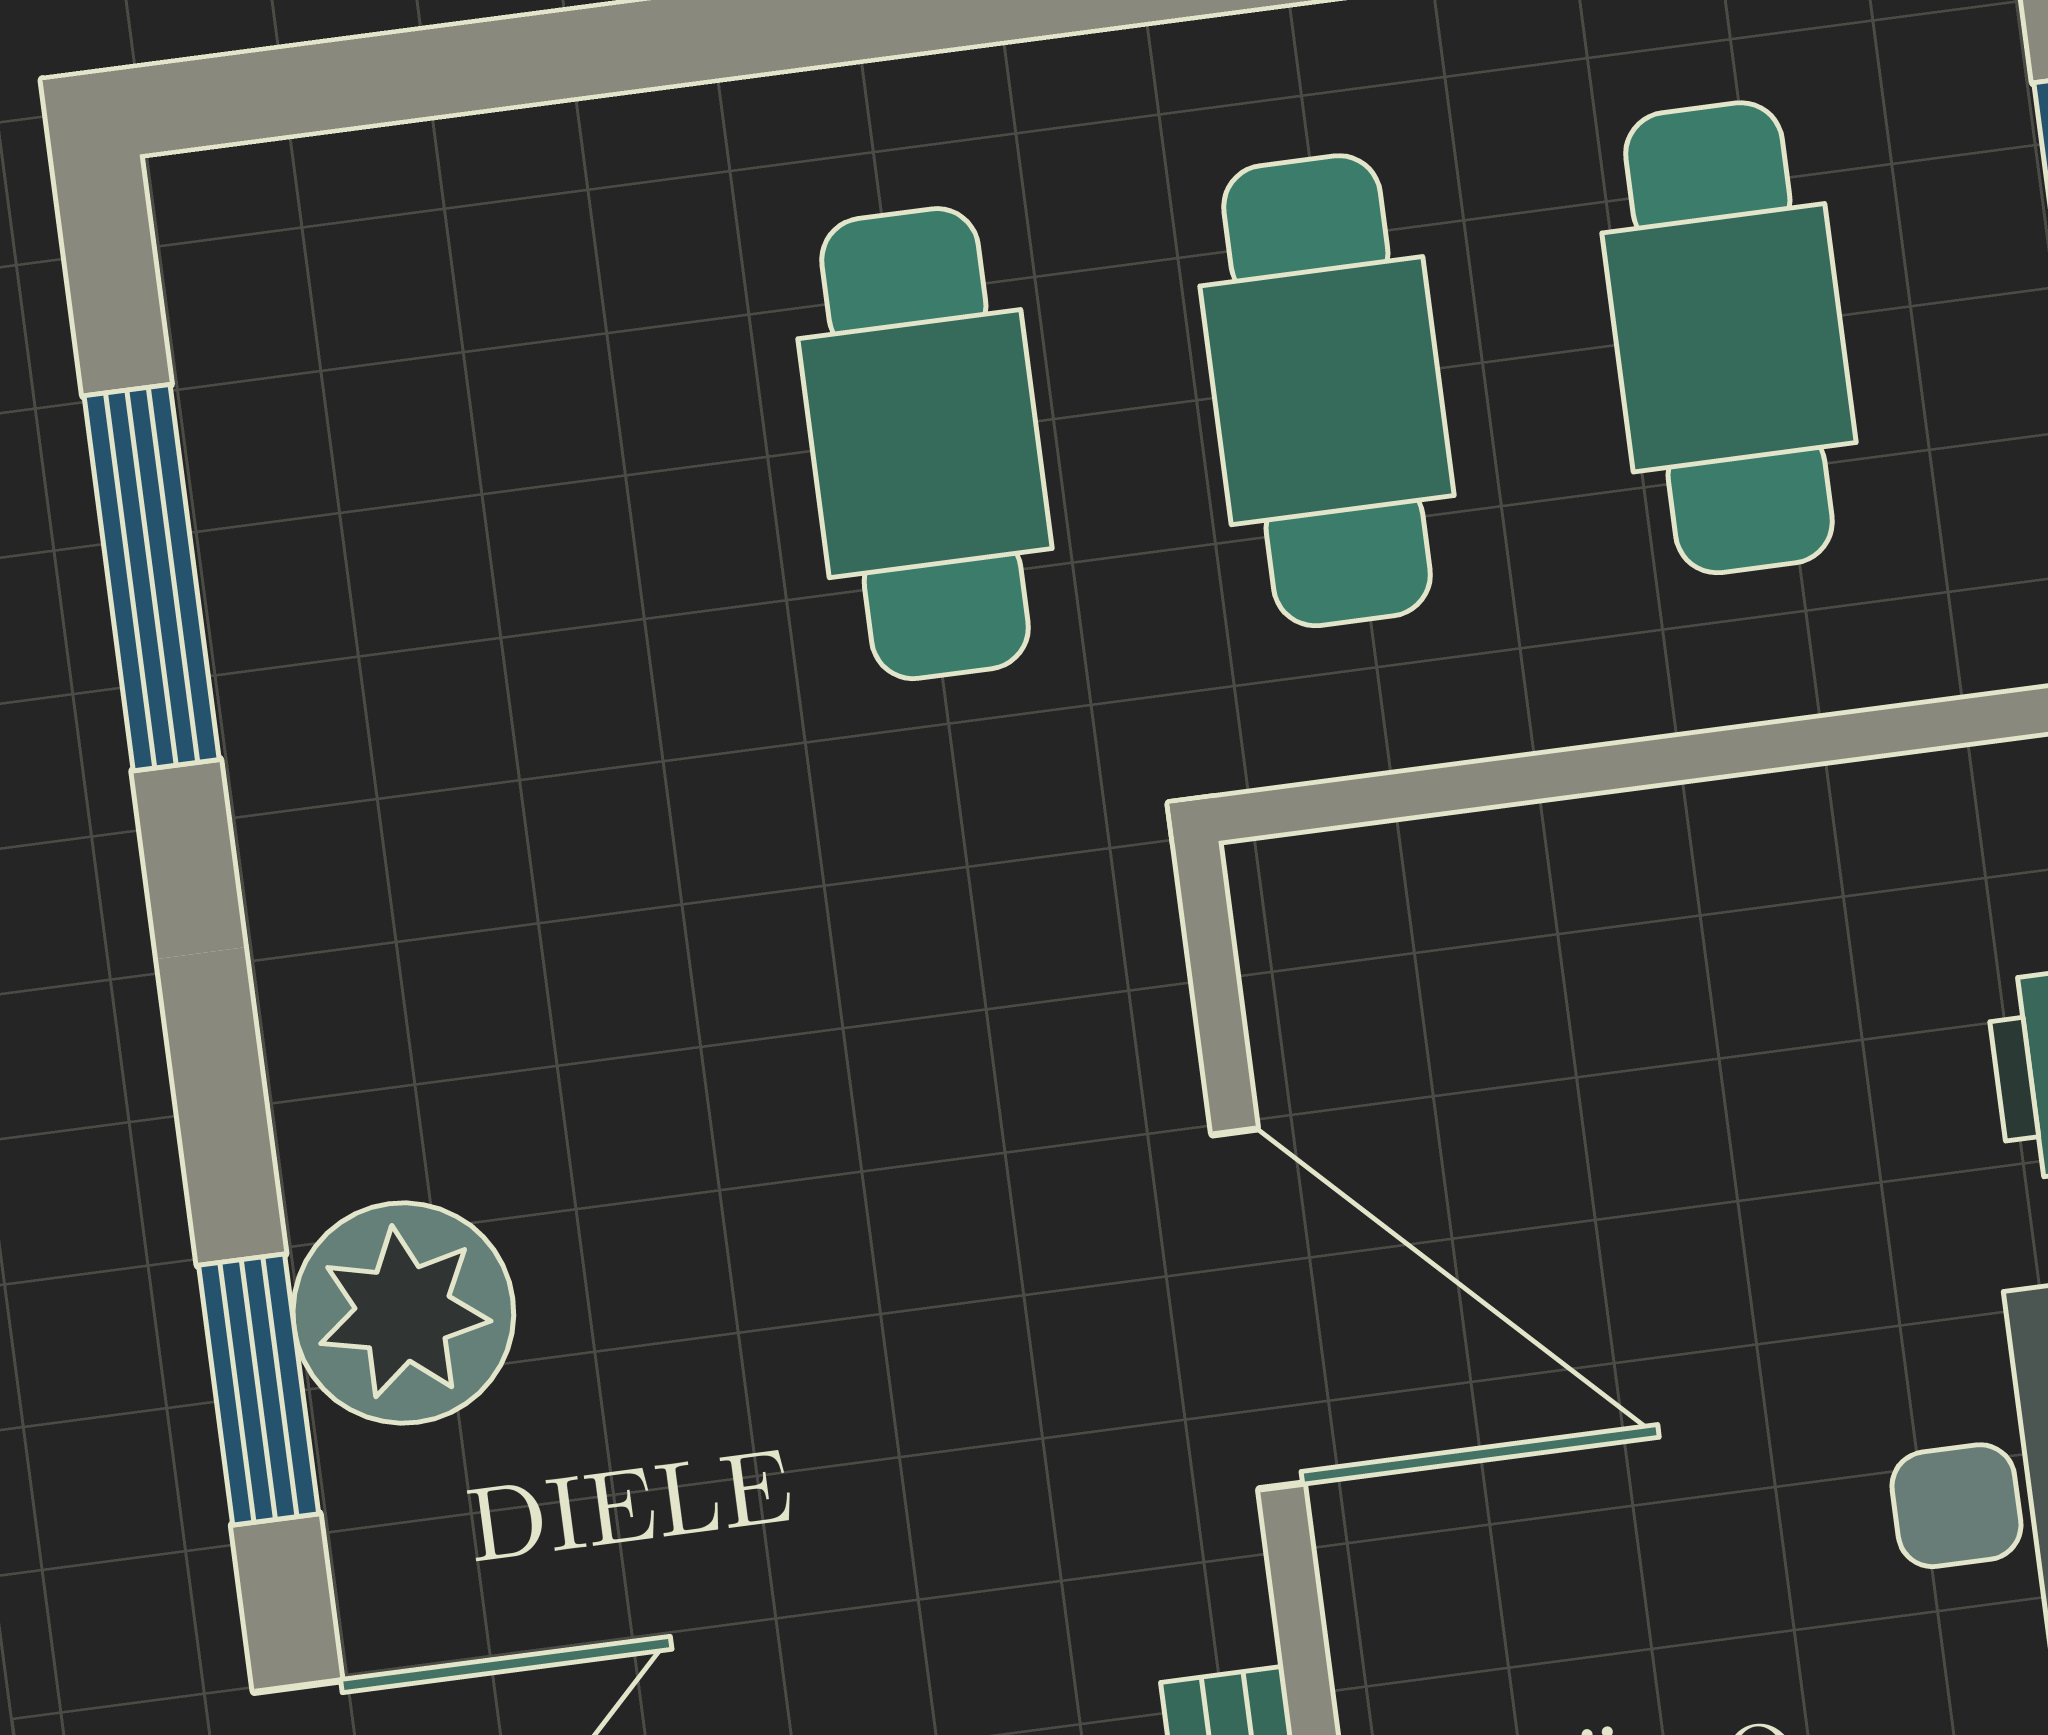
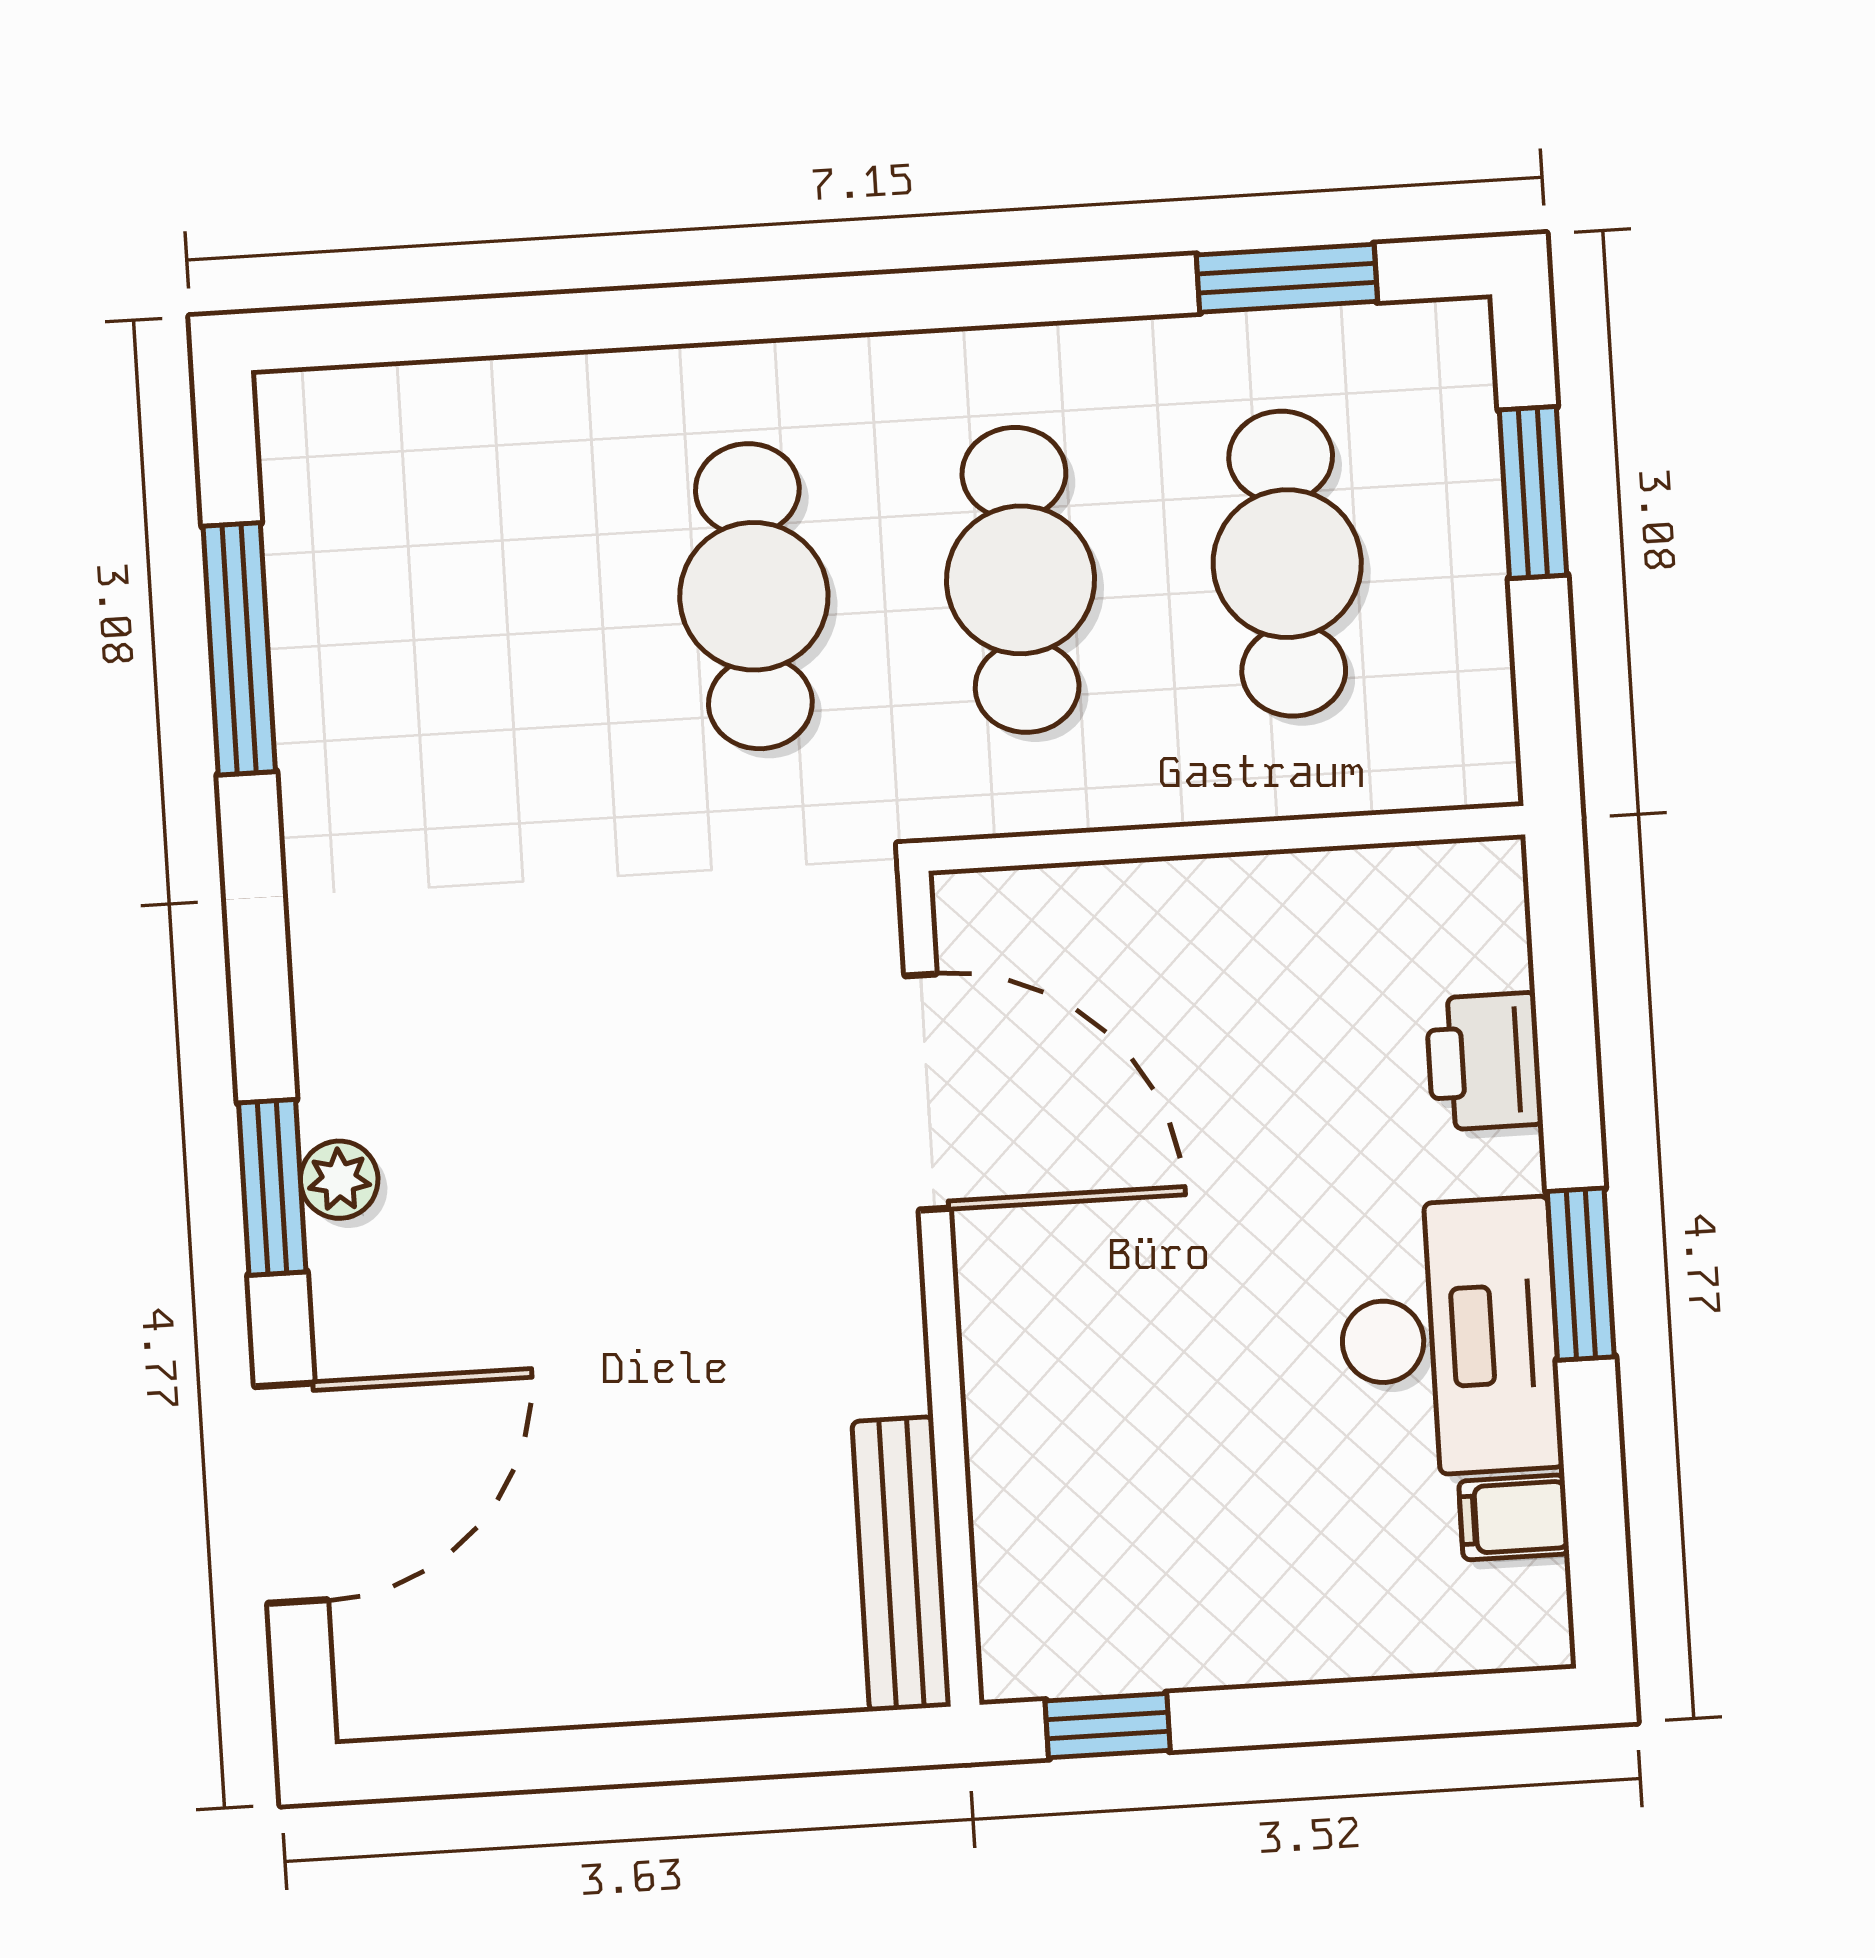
door: (1258, 1309) -> (928, 1092), moved
plant: (403, 1313) -> (339, 1180), width x0.53, depth x0.53

